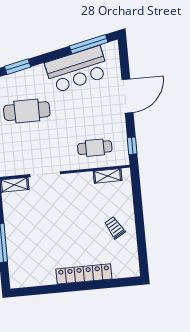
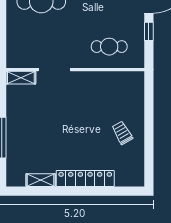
window: (132, 146) -> (149, 31), moved
shelving: (108, 176) -> (41, 180), moved

